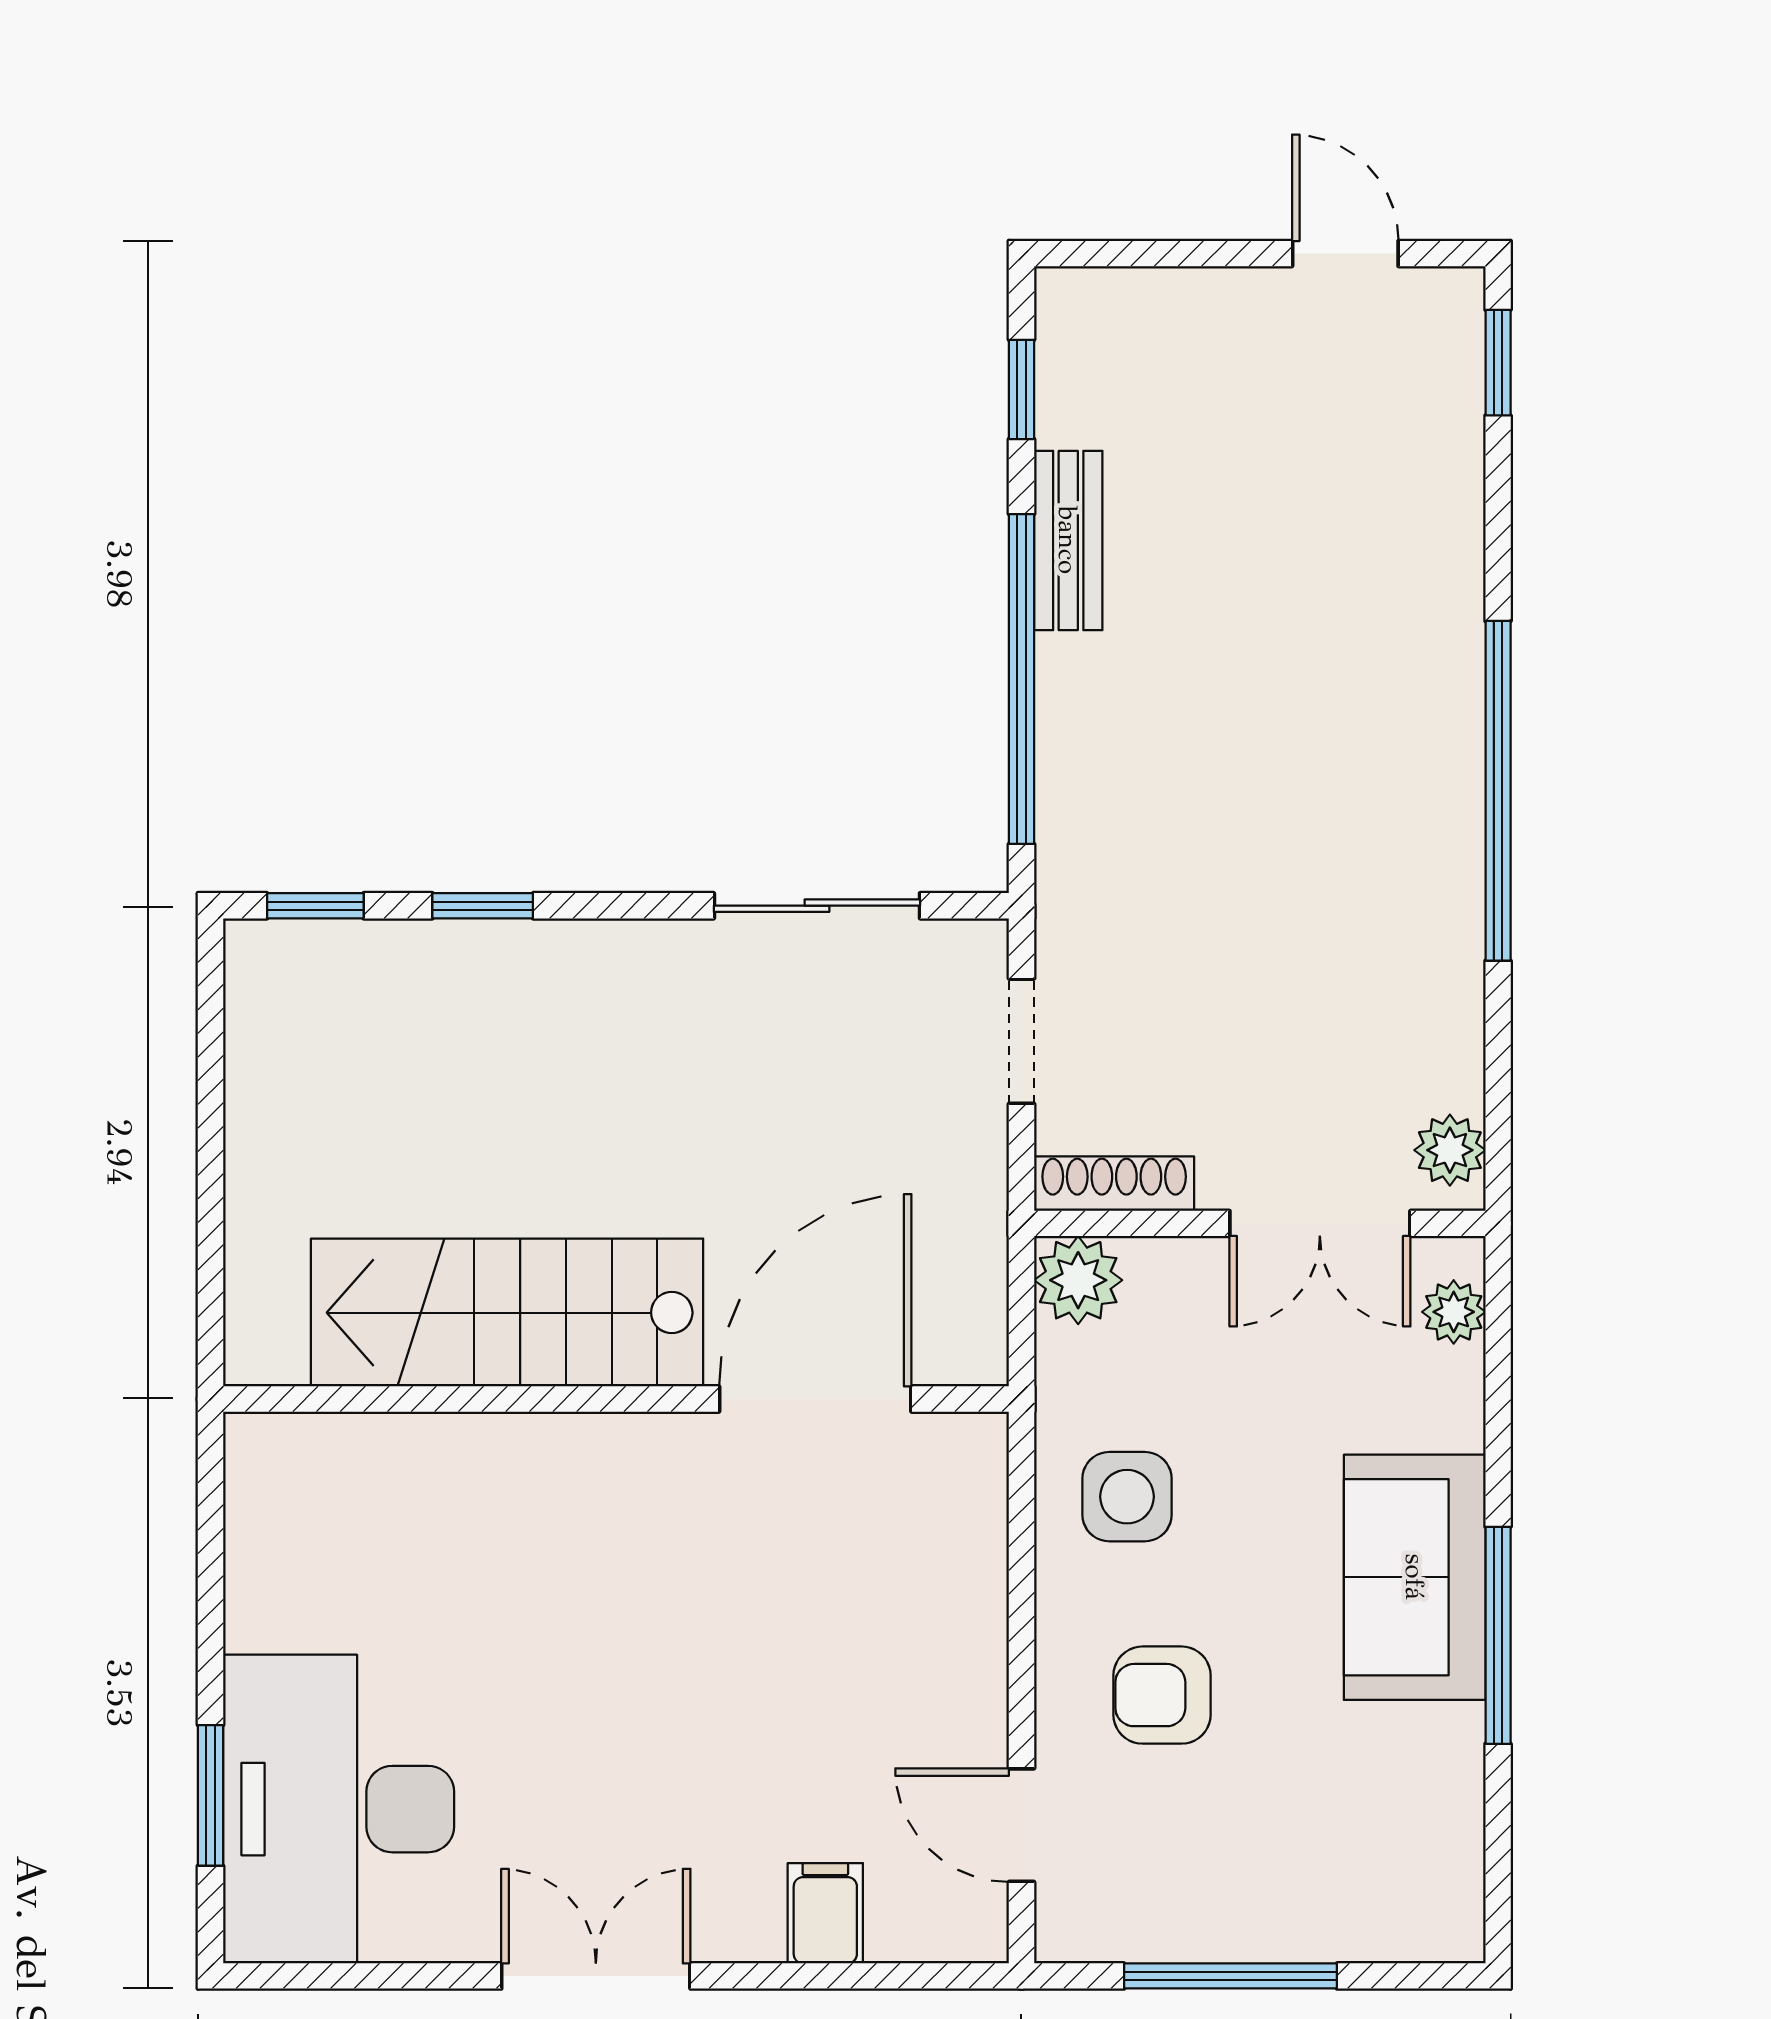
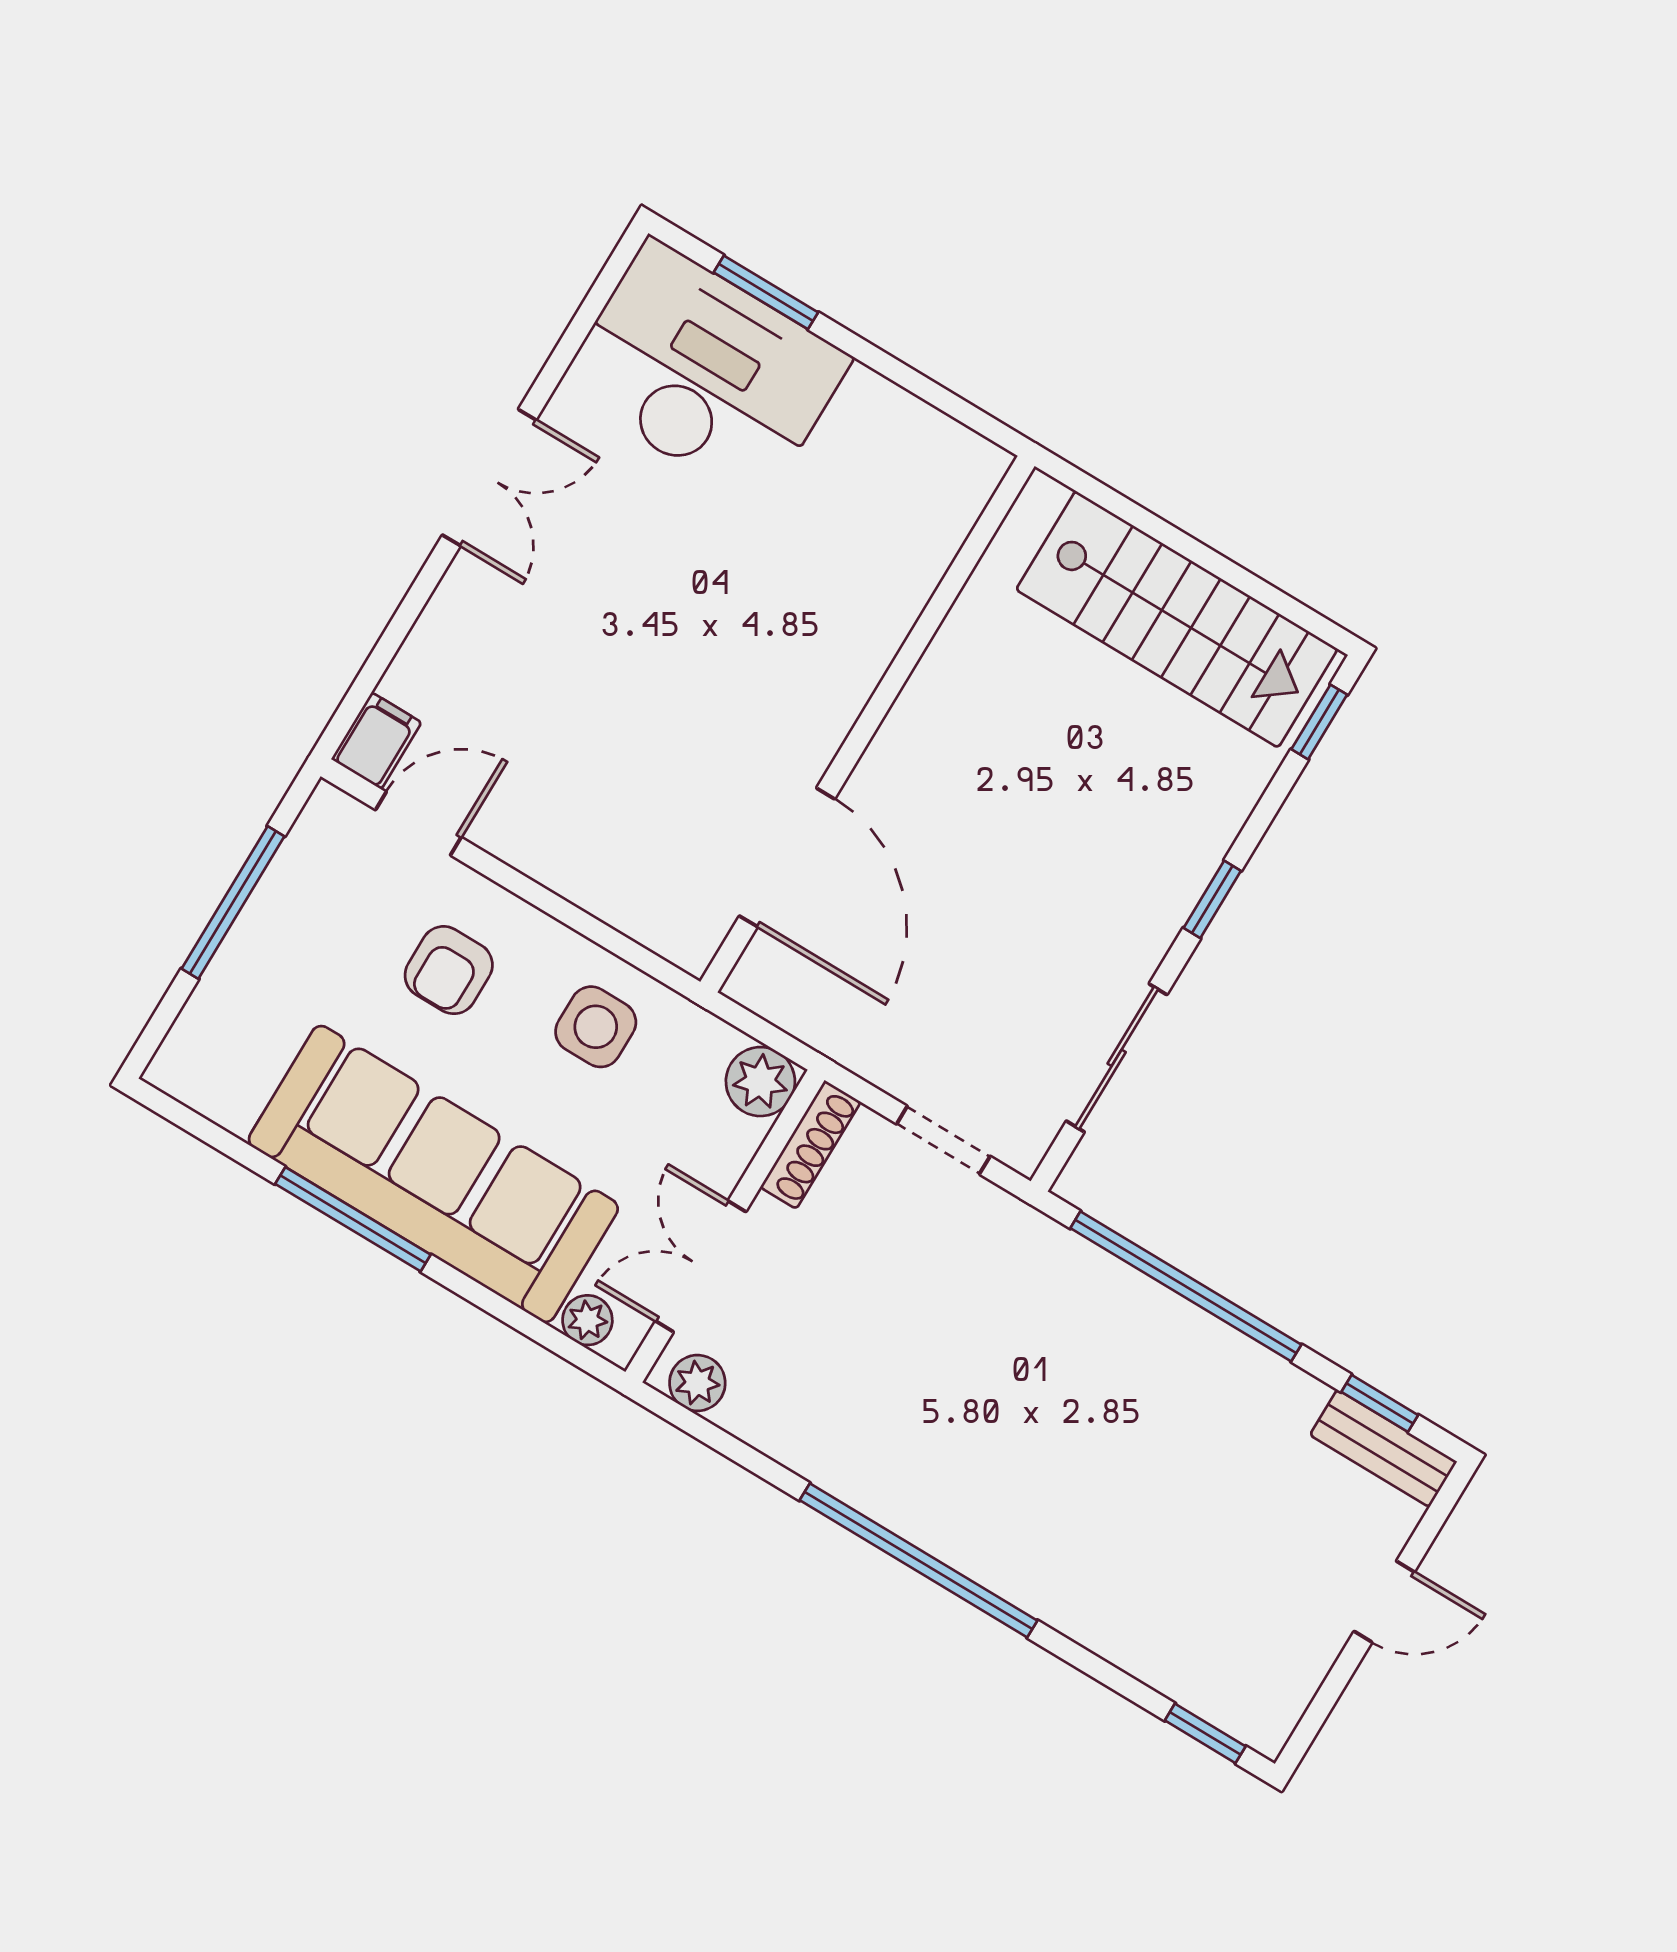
door: (1345, 254) -> (1384, 1602), moved
bench: (1068, 540) -> (1383, 1448), moved
window: (483, 906) -> (1212, 899), moved
stairs: (507, 1313) -> (1177, 619), moved, turned 90
sofa: (1415, 1577) -> (433, 1174), width x1.85, depth x1.27
armchair: (1162, 1695) -> (449, 970), turned 180
filing cabinet: (825, 1913) -> (376, 741), moved, turned -90

